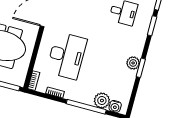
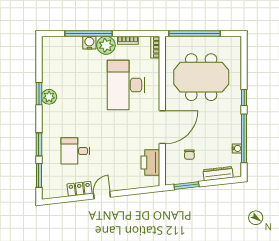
plant: (102, 100) -> (106, 45), moved
water cooler: (115, 106) -> (89, 43), moved

